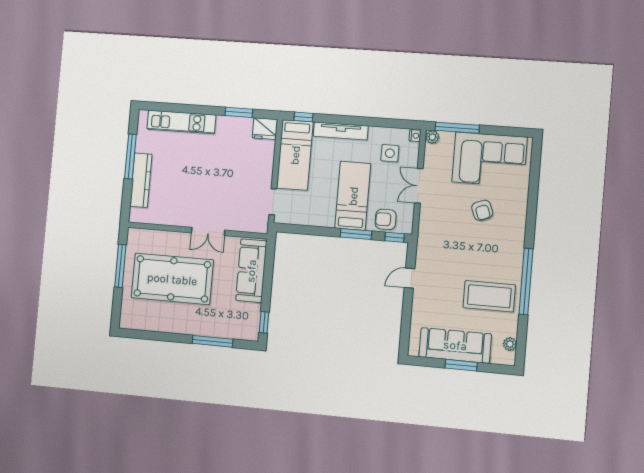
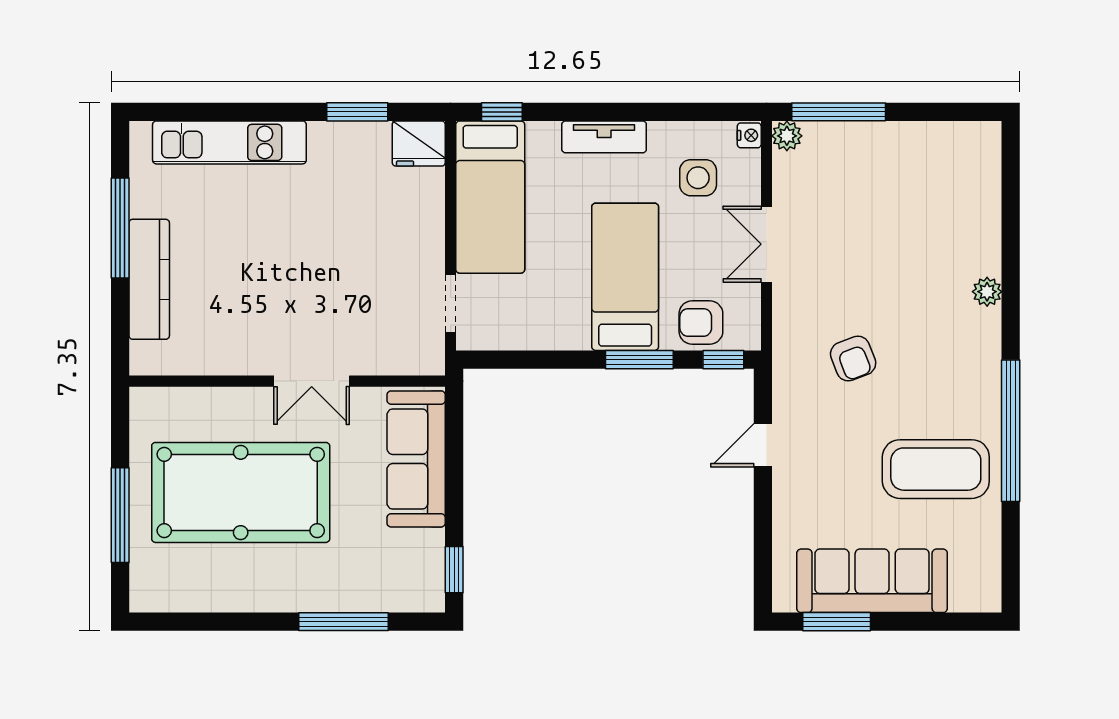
tv unit: (341, 131) -> (604, 137), width x0.71
corner sofa: (489, 159) -> (913, 175), removed
armchair: (482, 210) -> (853, 359), moved
window: (120, 266) -> (120, 515), moved
plant: (510, 344) -> (987, 292), moved
window: (461, 365) -> (837, 622), moved

